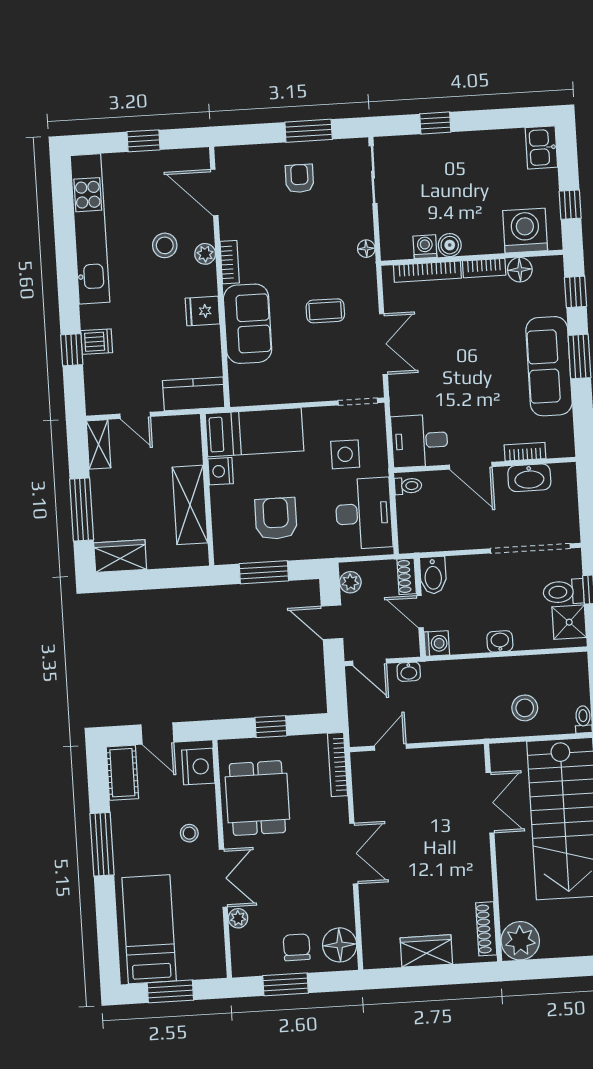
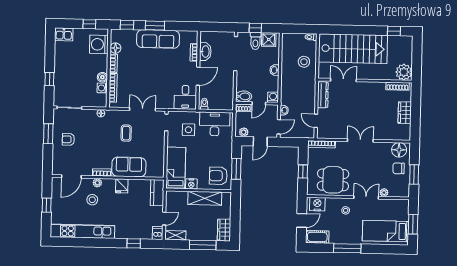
dishwasher: (97, 342) -> (158, 233), moved
armchair: (276, 519) -> (218, 176), moved
dresser: (452, 758) -> (323, 95), added

